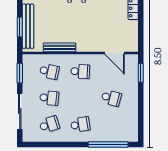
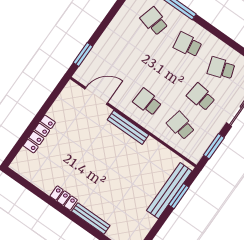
bench: (60, 47) -> (128, 127), moved
door: (115, 53) -> (96, 96), hinge flipped
school desk: (111, 98) -> (154, 21), moved

